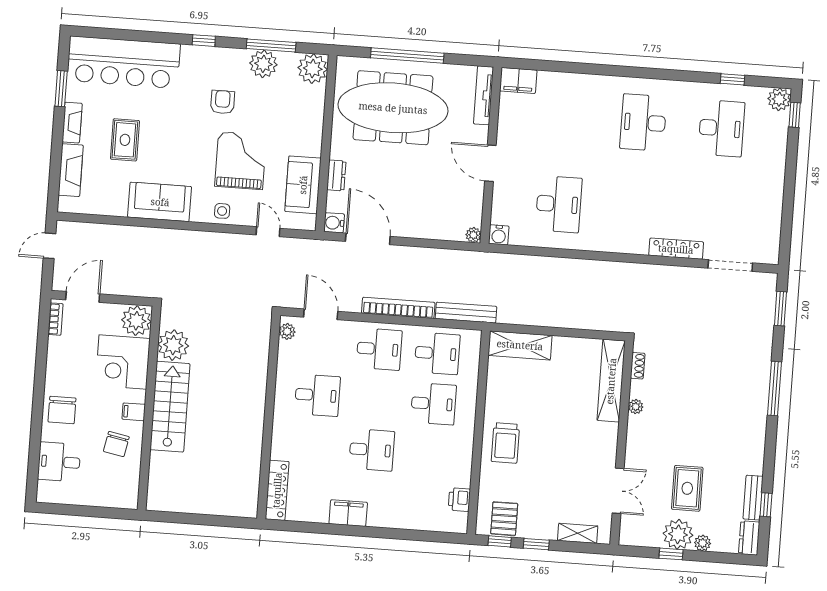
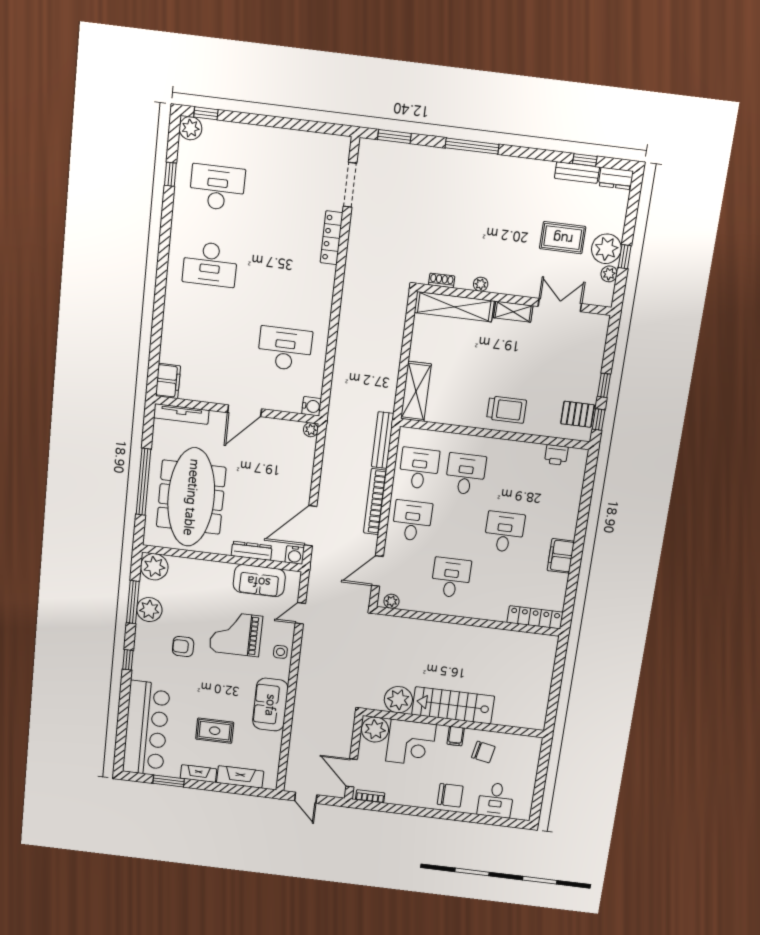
dresser: (336, 175) -> (252, 551), width x1.44
shelving: (578, 533) -> (513, 312), moved, turned 90
plant: (703, 543) -> (609, 274), moved

